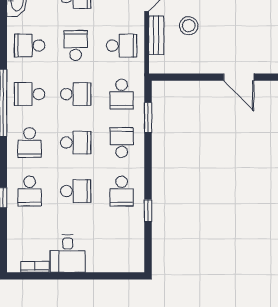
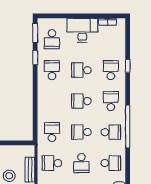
window: (148, 118) -> (35, 33), moved
school desk: (122, 143) -> (52, 39), moved
desk: (68, 254) -> (82, 30), width x1.37

